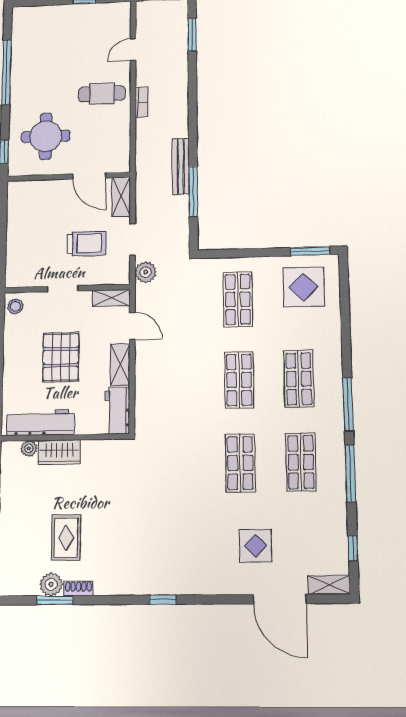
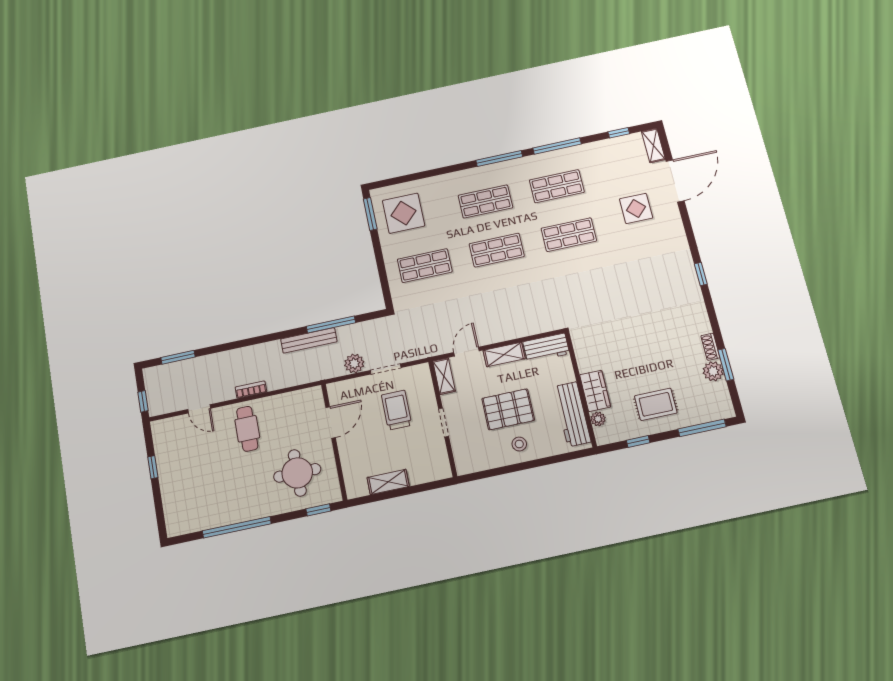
shelving: (121, 197) -> (388, 482), moved
plant: (146, 272) -> (354, 363), moved
stool: (15, 306) -> (519, 444), moved
rug: (66, 537) -> (656, 404), moved

